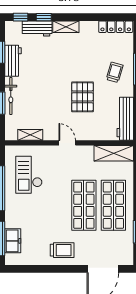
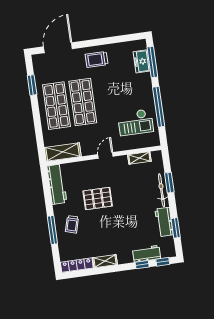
shelving: (66, 27) -> (105, 261), moved
pallet: (82, 97) -> (98, 198), turned 90
door: (67, 143) -> (105, 155), swing flipped
checkout: (29, 175) -> (136, 122), turned 90

